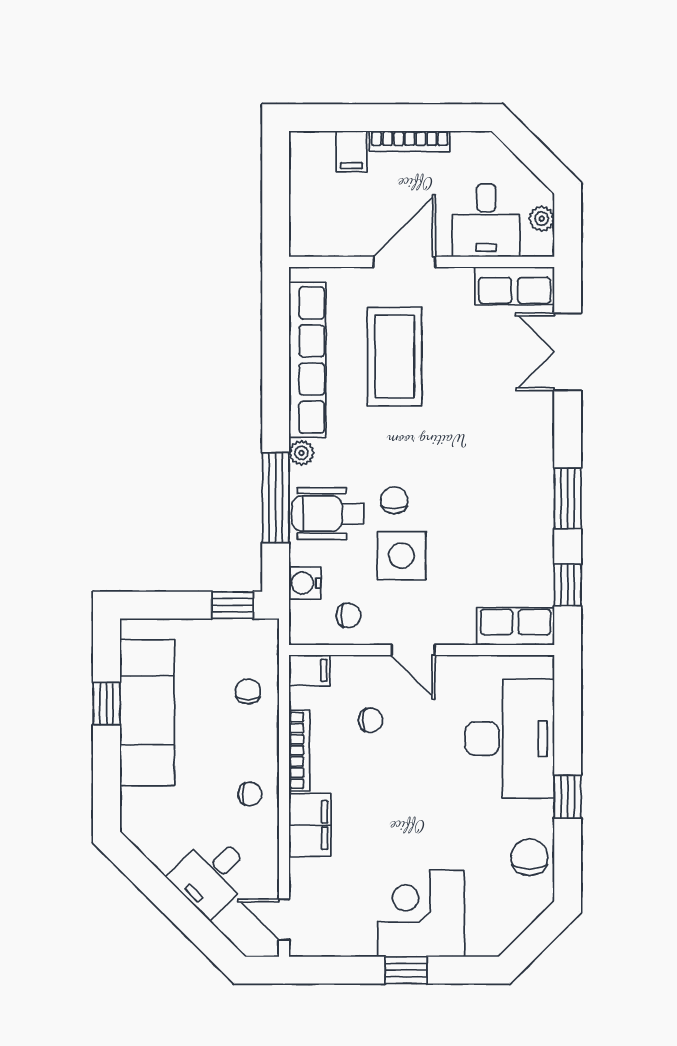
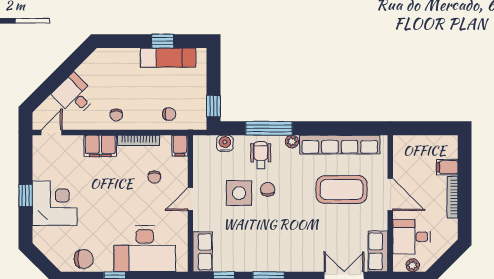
chair: (394, 500) -> (268, 189), turned -90
wheelchair: (328, 513) -> (261, 155), width x0.73, depth x0.73
chair: (348, 615) -> (208, 166), removed
exam couch: (147, 713) -> (168, 58), width x0.73, depth x0.69

